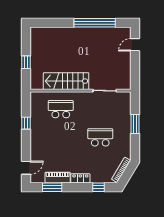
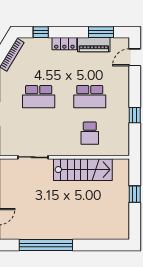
school desk: (61, 109) -> (90, 133), width x0.54
school desk: (61, 137) -> (90, 97), added

